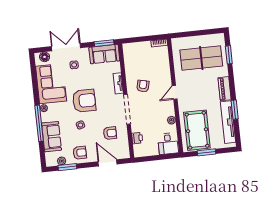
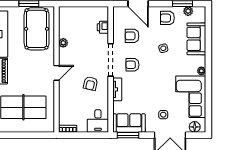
armchair: (84, 101) -> (132, 65), moved, width x0.53, depth x0.53
window: (39, 123) -> (208, 55), removed
desk: (168, 144) -> (98, 121), moved, turned 180

